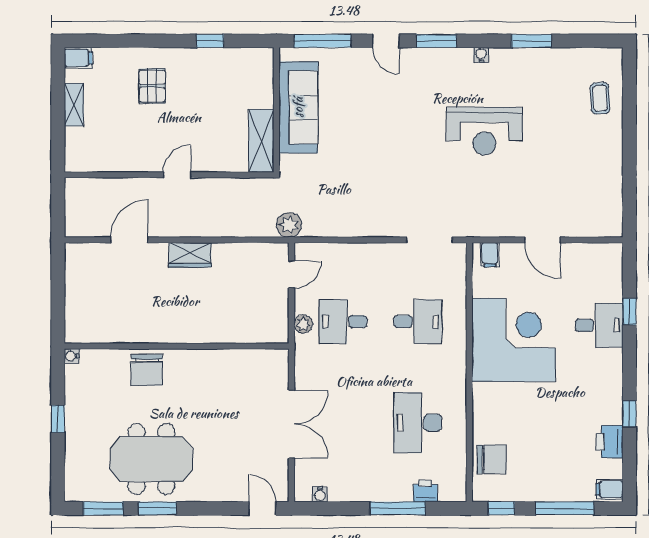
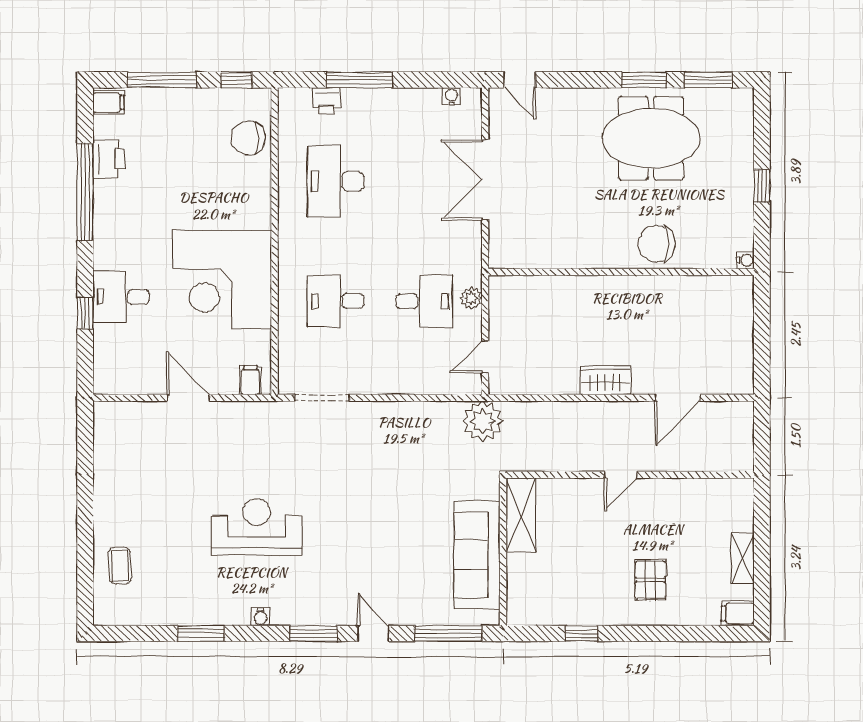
plant: (289, 225) -> (483, 421), width x1.36, depth x1.36
chair: (147, 370) -> (657, 244), turned -90
window: (629, 414) -> (85, 192), width x3.17
desk: (418, 423) -> (335, 181), turned 180

